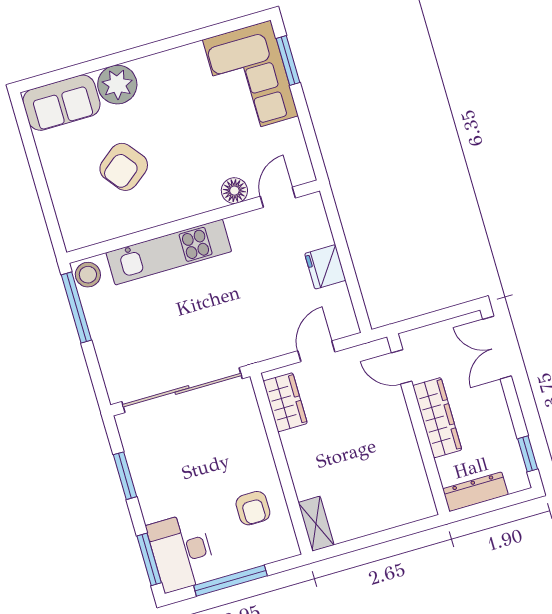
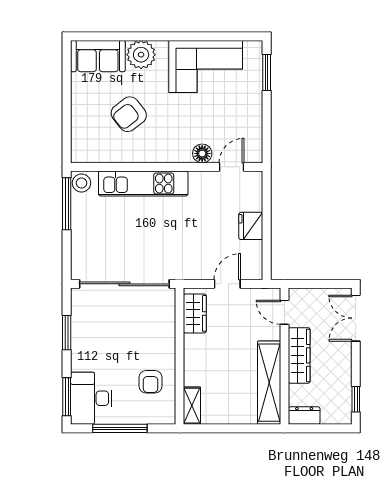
corner sofa: (250, 78) -> (206, 66), moved, turned -90
shelving: (408, 465) -> (269, 383), added
dresser: (475, 492) -> (304, 416), width x0.70

